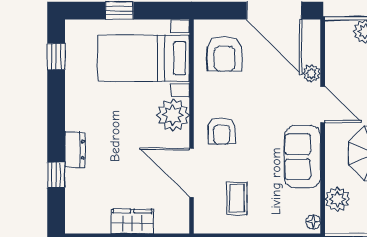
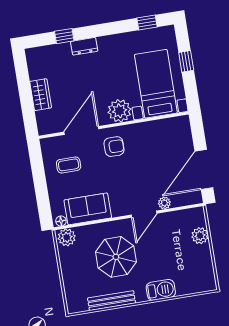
armchair: (224, 54) -> (168, 140), removed
armchair: (222, 131) -> (114, 147), turned 180
sofa: (302, 157) -> (88, 209), moved
plant: (337, 199) -> (67, 237), moved

